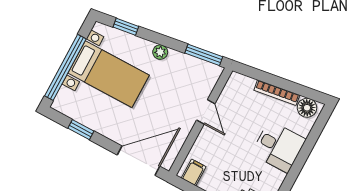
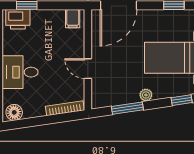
window: (204, 55) -> (127, 108), moved
bookcase: (277, 93) -> (65, 108), moved

